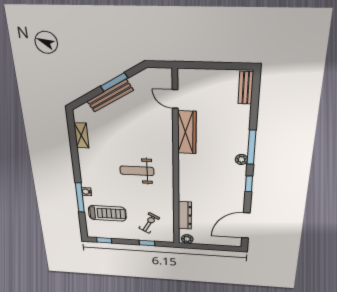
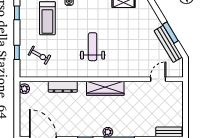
bench: (110, 96) -> (168, 44), moved
wardrobe: (187, 132) -> (105, 88), moved
dresser: (185, 215) -> (63, 87), moved

